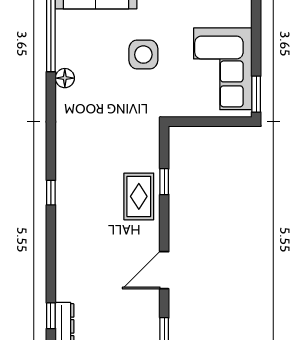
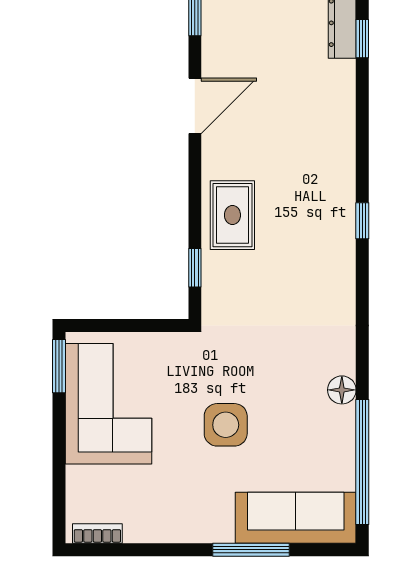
window: (164, 182) -> (195, 268), moved

